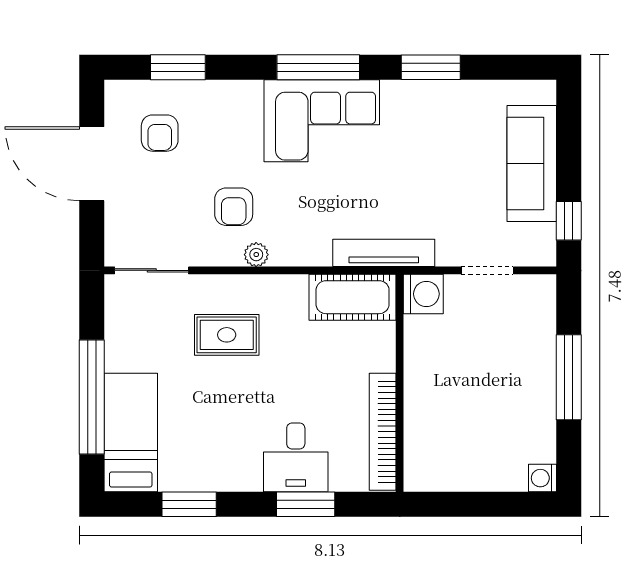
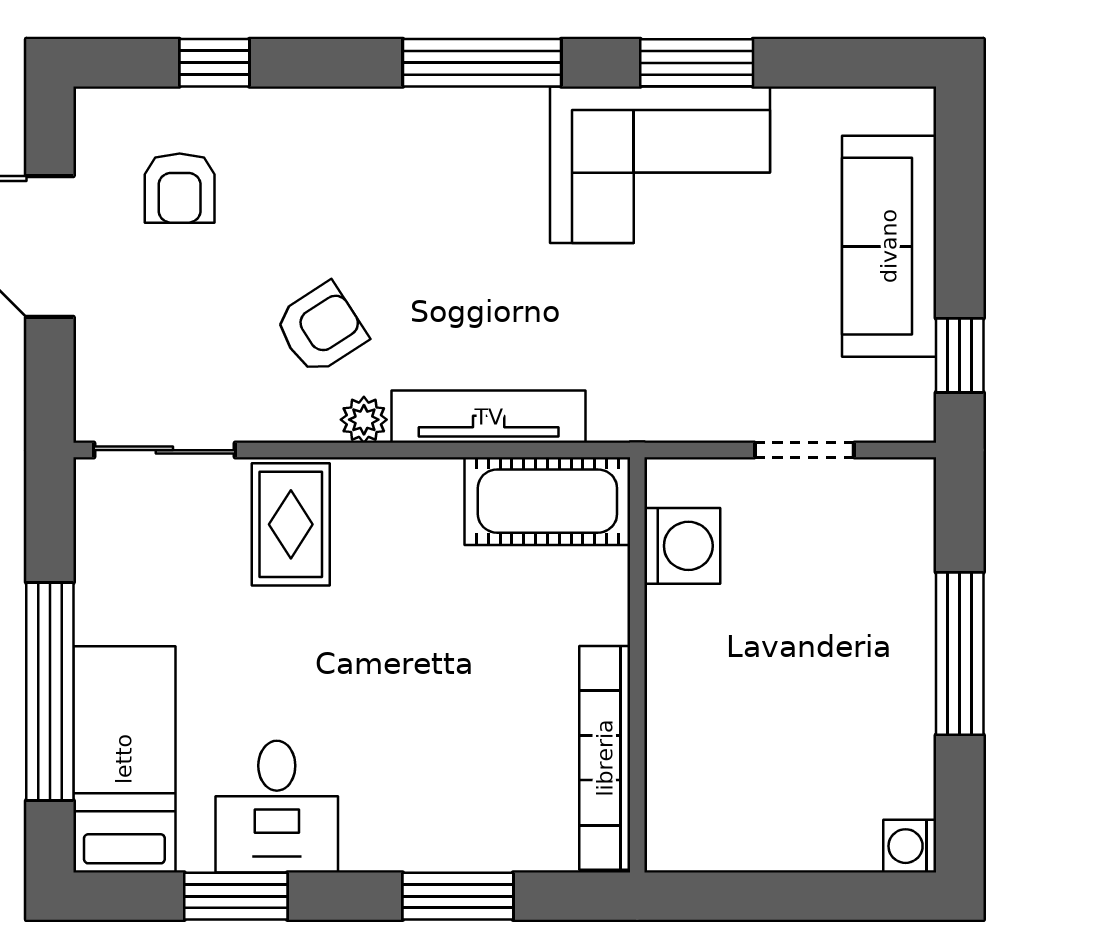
window: (178, 67) -> (214, 63), width x0.67
corner sofa: (322, 121) -> (660, 165), moved
armchair: (234, 207) -> (321, 328), turned -123
tv unit: (384, 253) -> (489, 417), moved
washing machine: (423, 294) -> (682, 546), moved
rug: (227, 335) -> (291, 524), moved, turned 90
desk: (296, 457) -> (277, 807), moved

